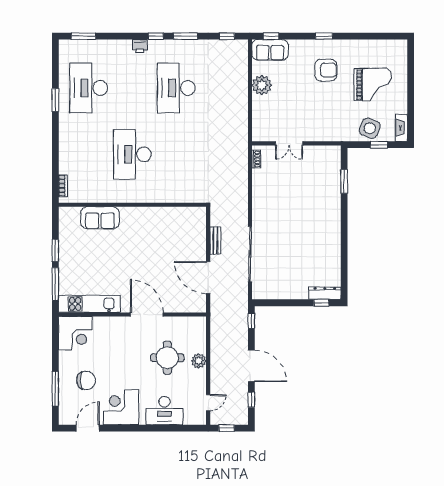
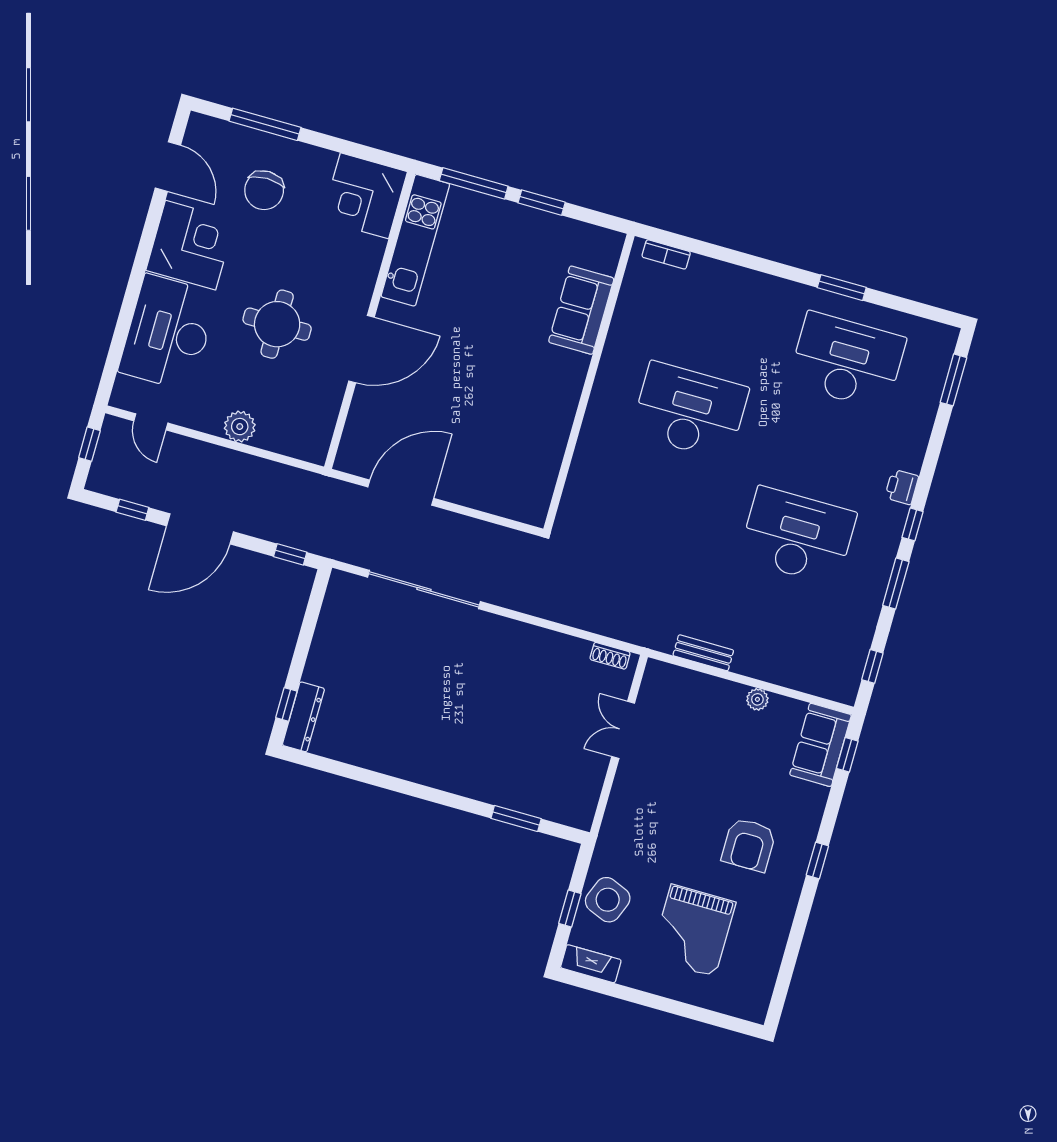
plant: (262, 85) -> (757, 699), width x0.53, depth x0.53
bench: (215, 241) -> (703, 653), moved
round table: (167, 358) -> (277, 324), moved
desk: (164, 411) -> (168, 333), width x1.36, depth x1.30

